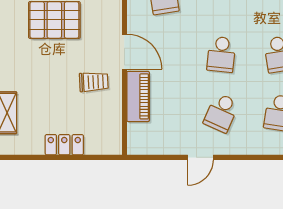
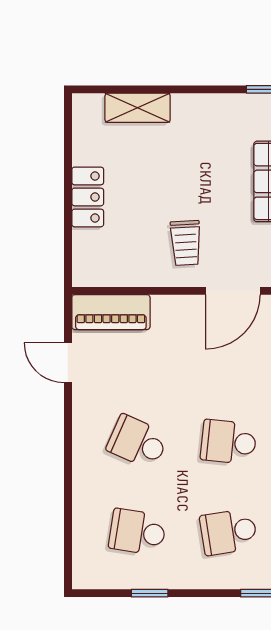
piano: (138, 96) -> (111, 312), moved
door: (200, 157) -> (68, 363), moved

